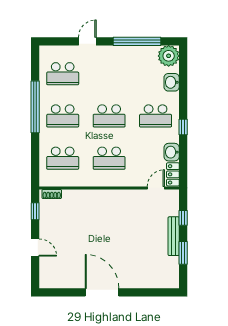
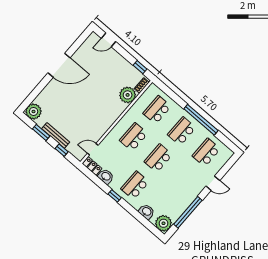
door: (87, 41) -> (213, 183), hinge flipped
door: (156, 188) -> (93, 149), swing flipped
plant: (73, 200) -> (128, 95), added
door: (35, 248) -> (108, 40), moved
plant: (169, 278) -> (34, 111), added

